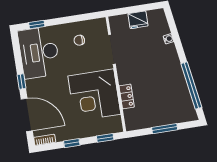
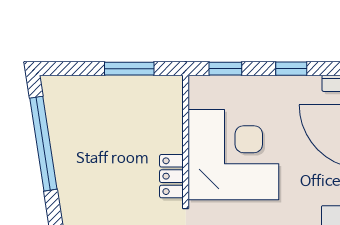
locker: (127, 96) -> (171, 176), moved
window: (165, 129) -> (129, 69), moved

